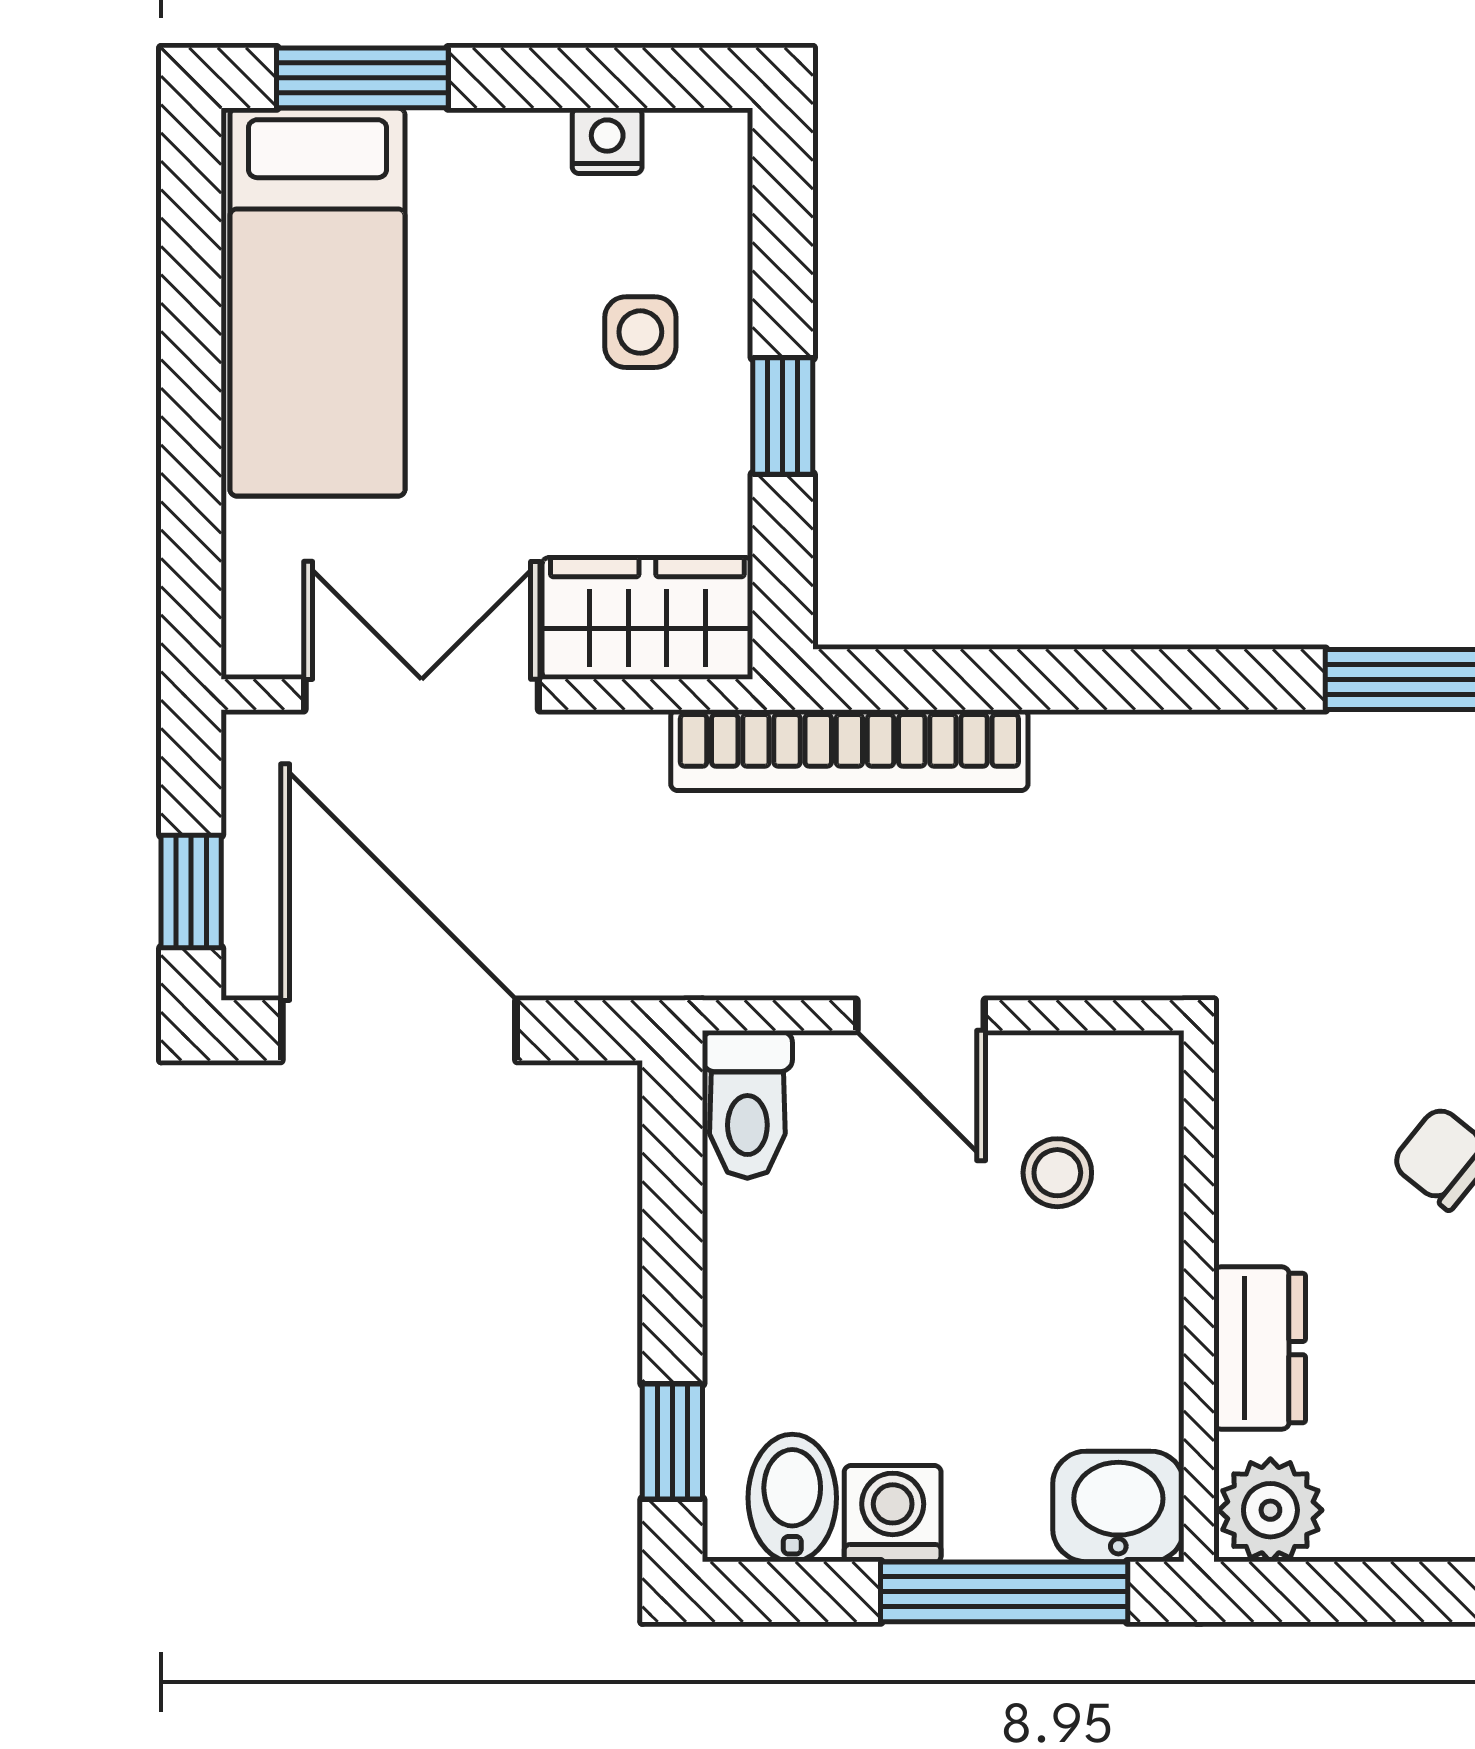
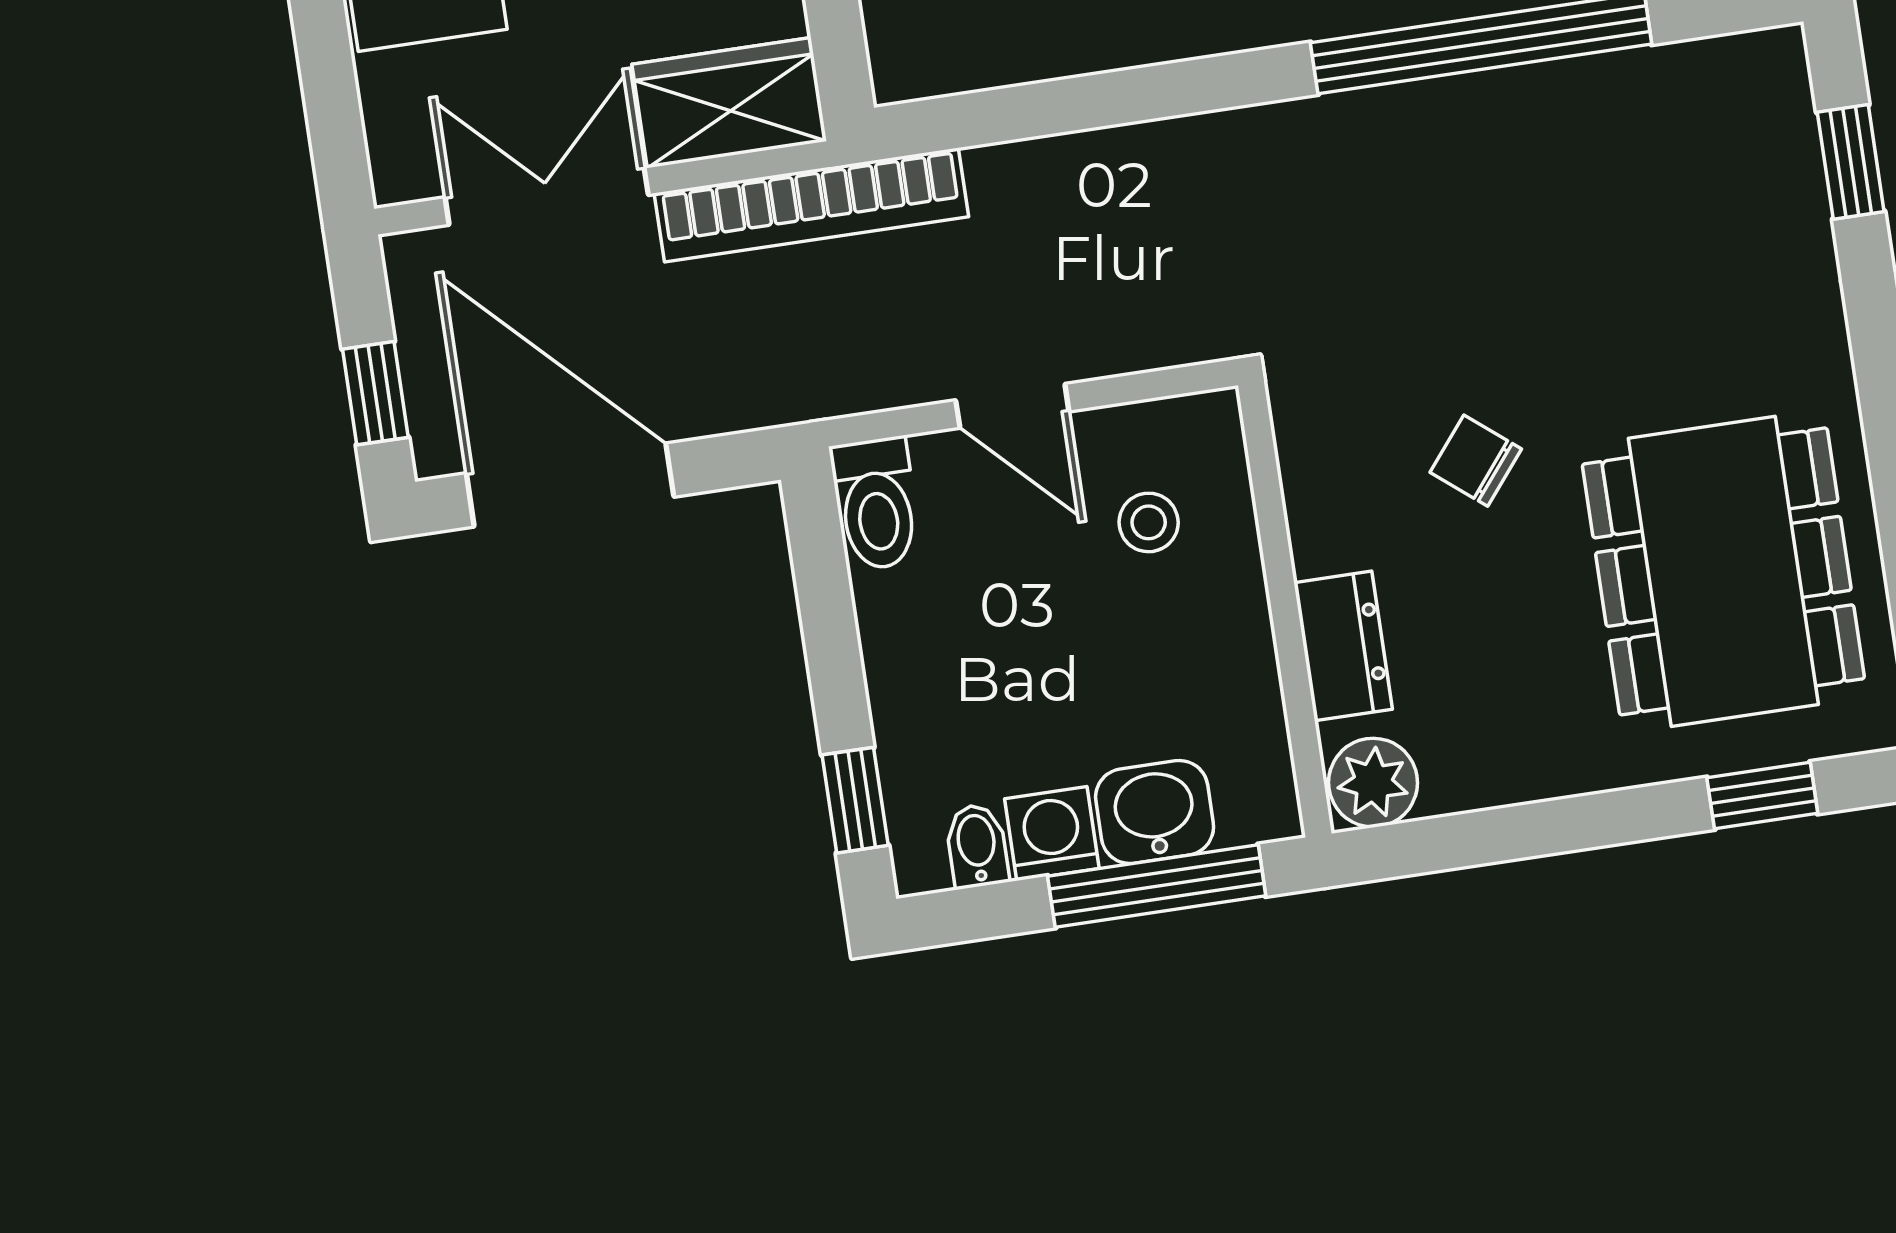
bookcase: (849, 750) -> (811, 205), moved
bidet: (792, 1498) -> (977, 846), width x0.72, depth x0.74
washbasin: (1118, 1506) -> (1155, 812), moved

